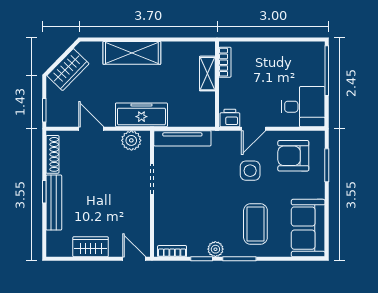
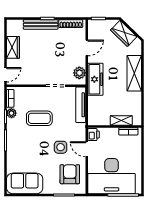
desk: (303, 107) -> (112, 176), width x1.87, depth x1.30
coffee table: (255, 224) -> (39, 118), moved
plant: (215, 249) -> (11, 113), moved

